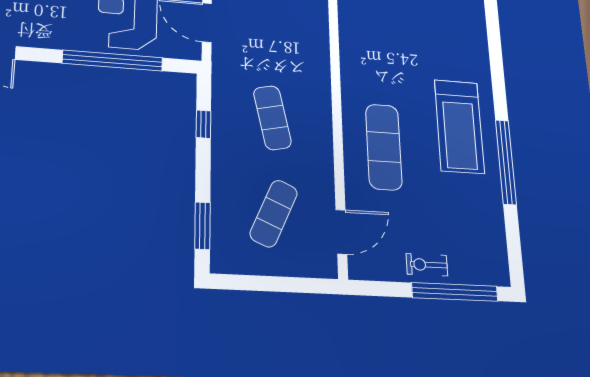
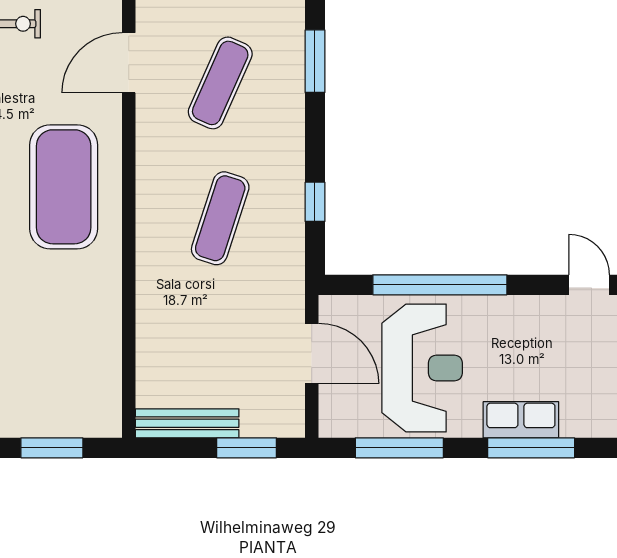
exercise mat: (272, 118) -> (220, 218), turned 30
exercise mat: (384, 147) -> (64, 187), width x1.47

